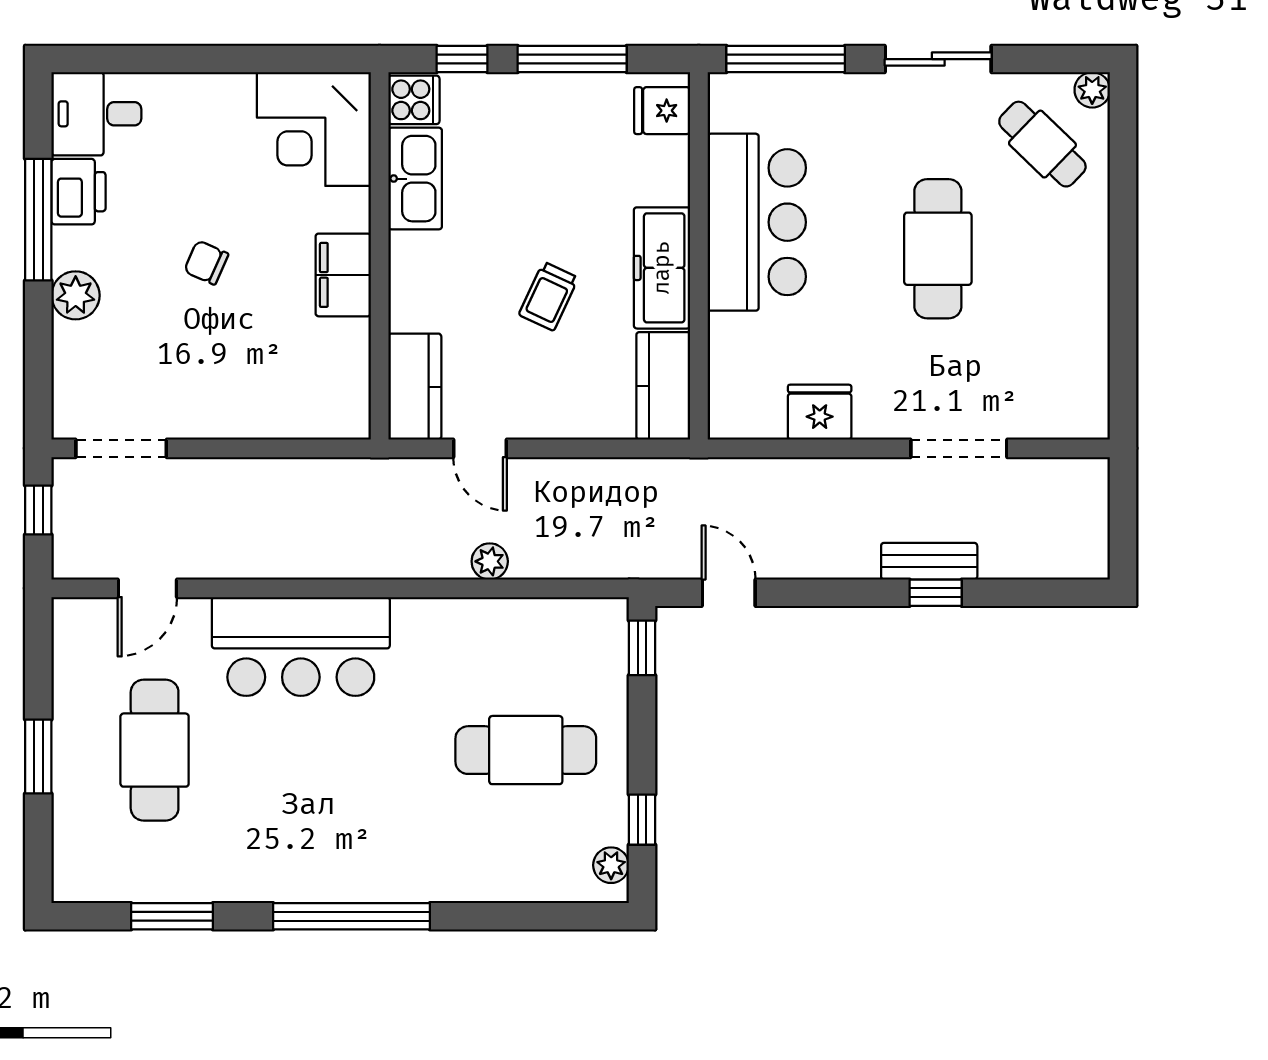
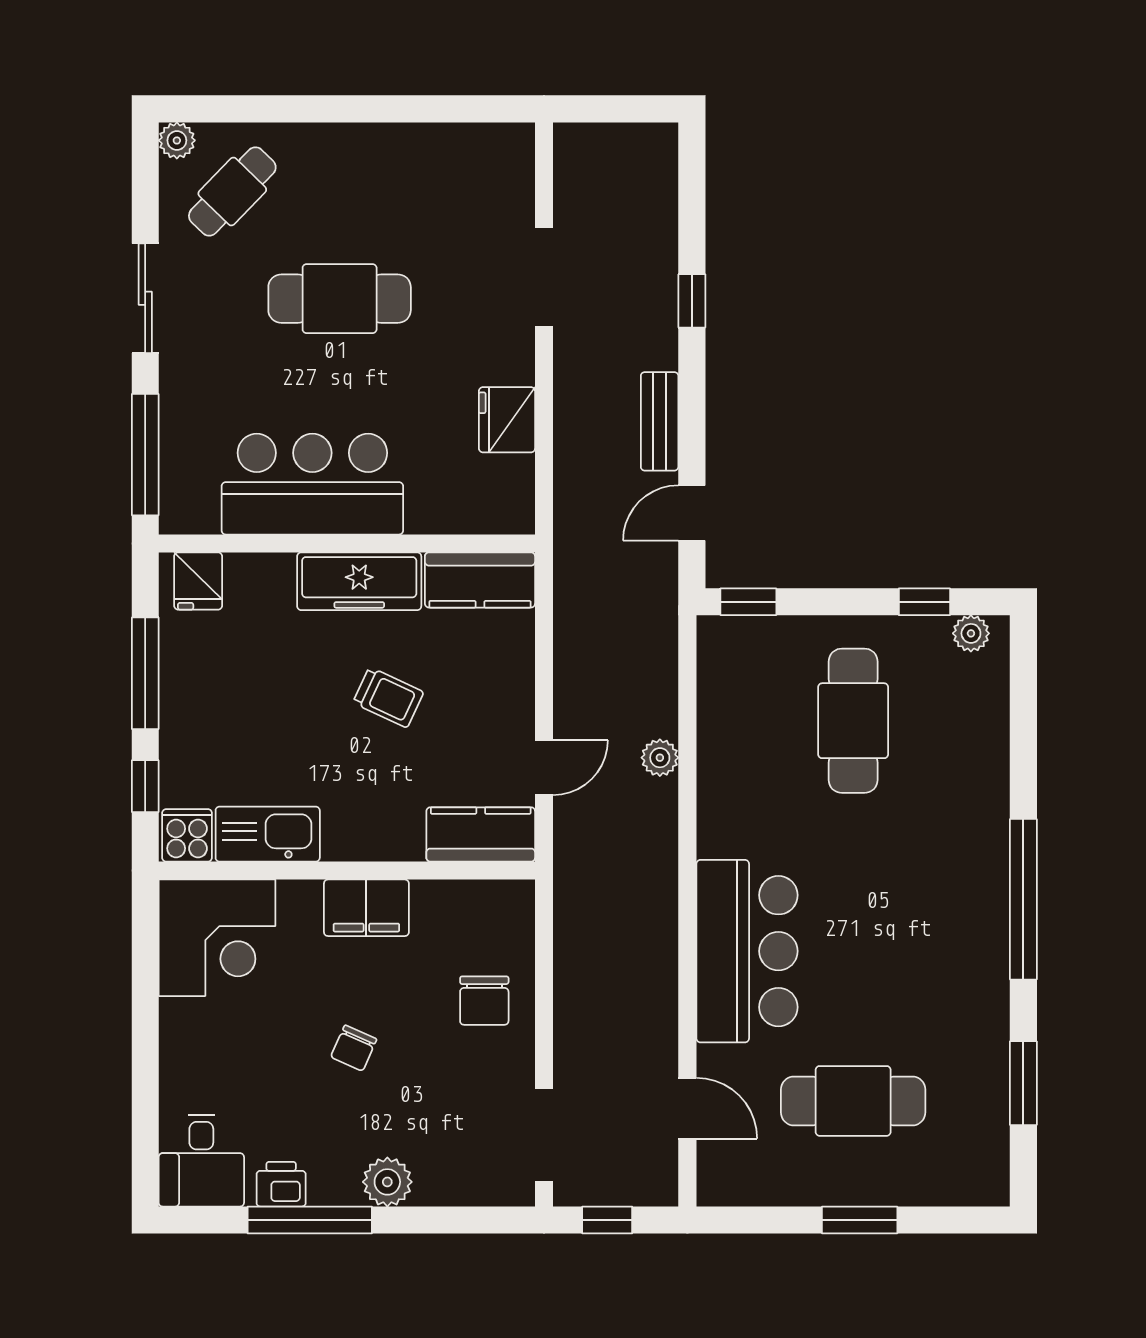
printer: (79, 192) -> (281, 1184), width x0.73, depth x0.81
chair: (253, 390) -> (484, 1001), added
bench: (929, 561) -> (660, 421), moved

